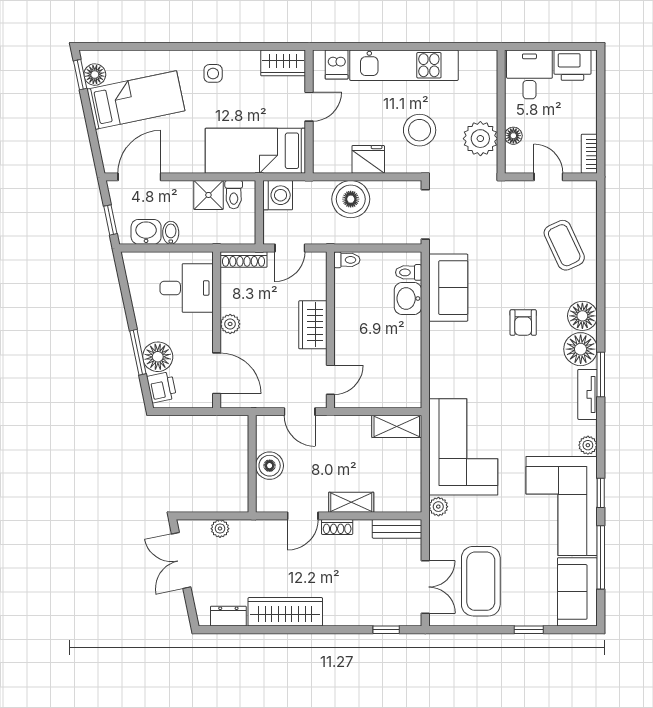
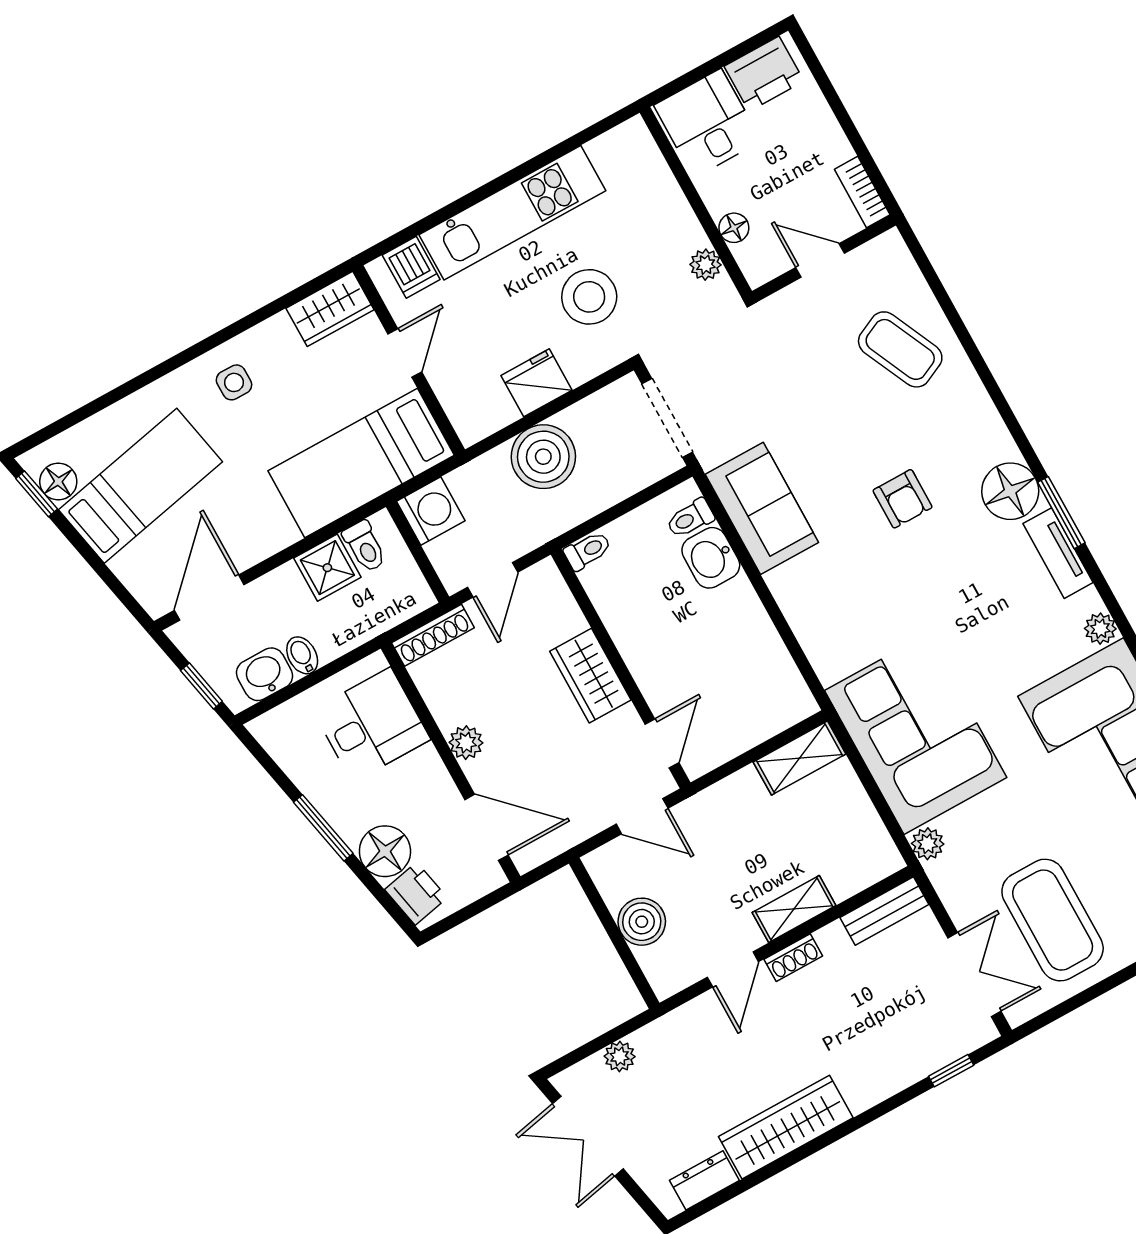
plant: (480, 139) -> (706, 265), width x0.53, depth x0.53
floor lamp: (582, 316) -> (986, 440), removed
window: (138, 352) -> (323, 828), moved

